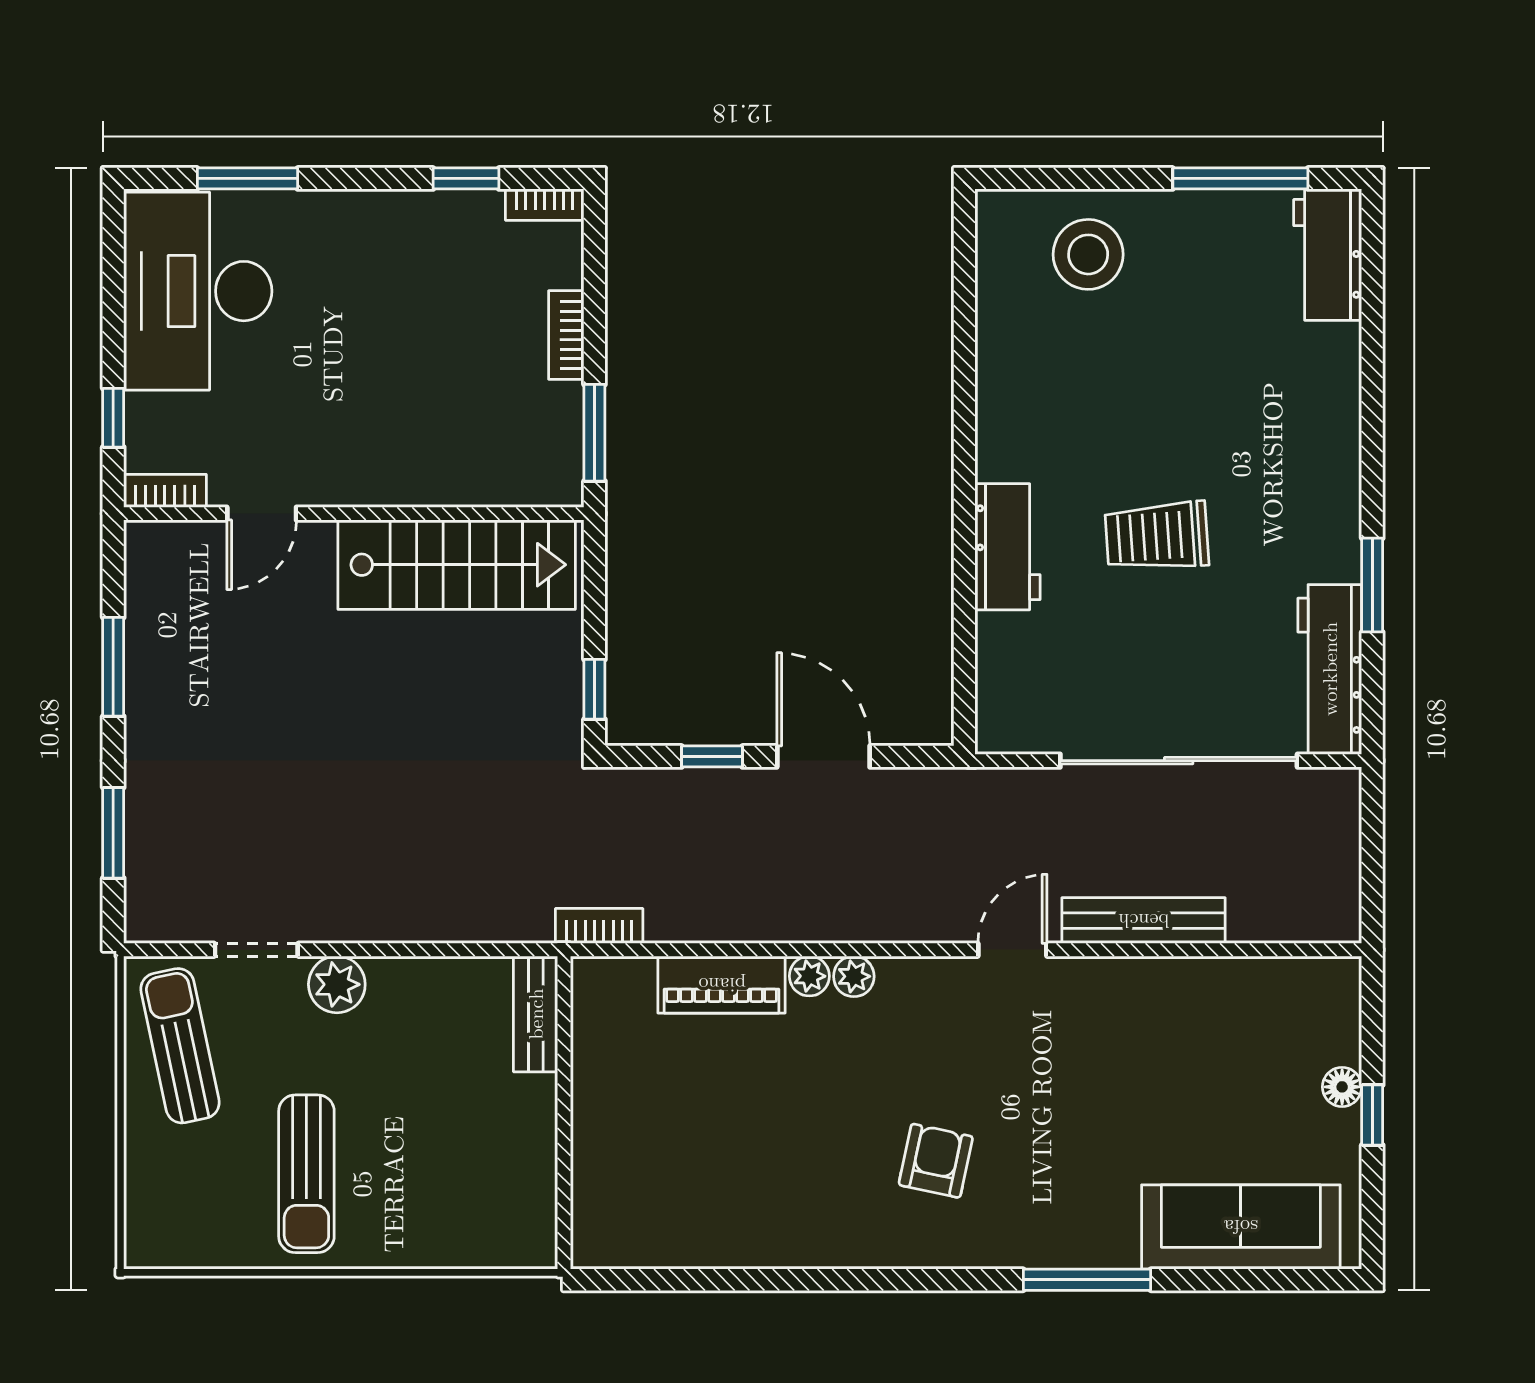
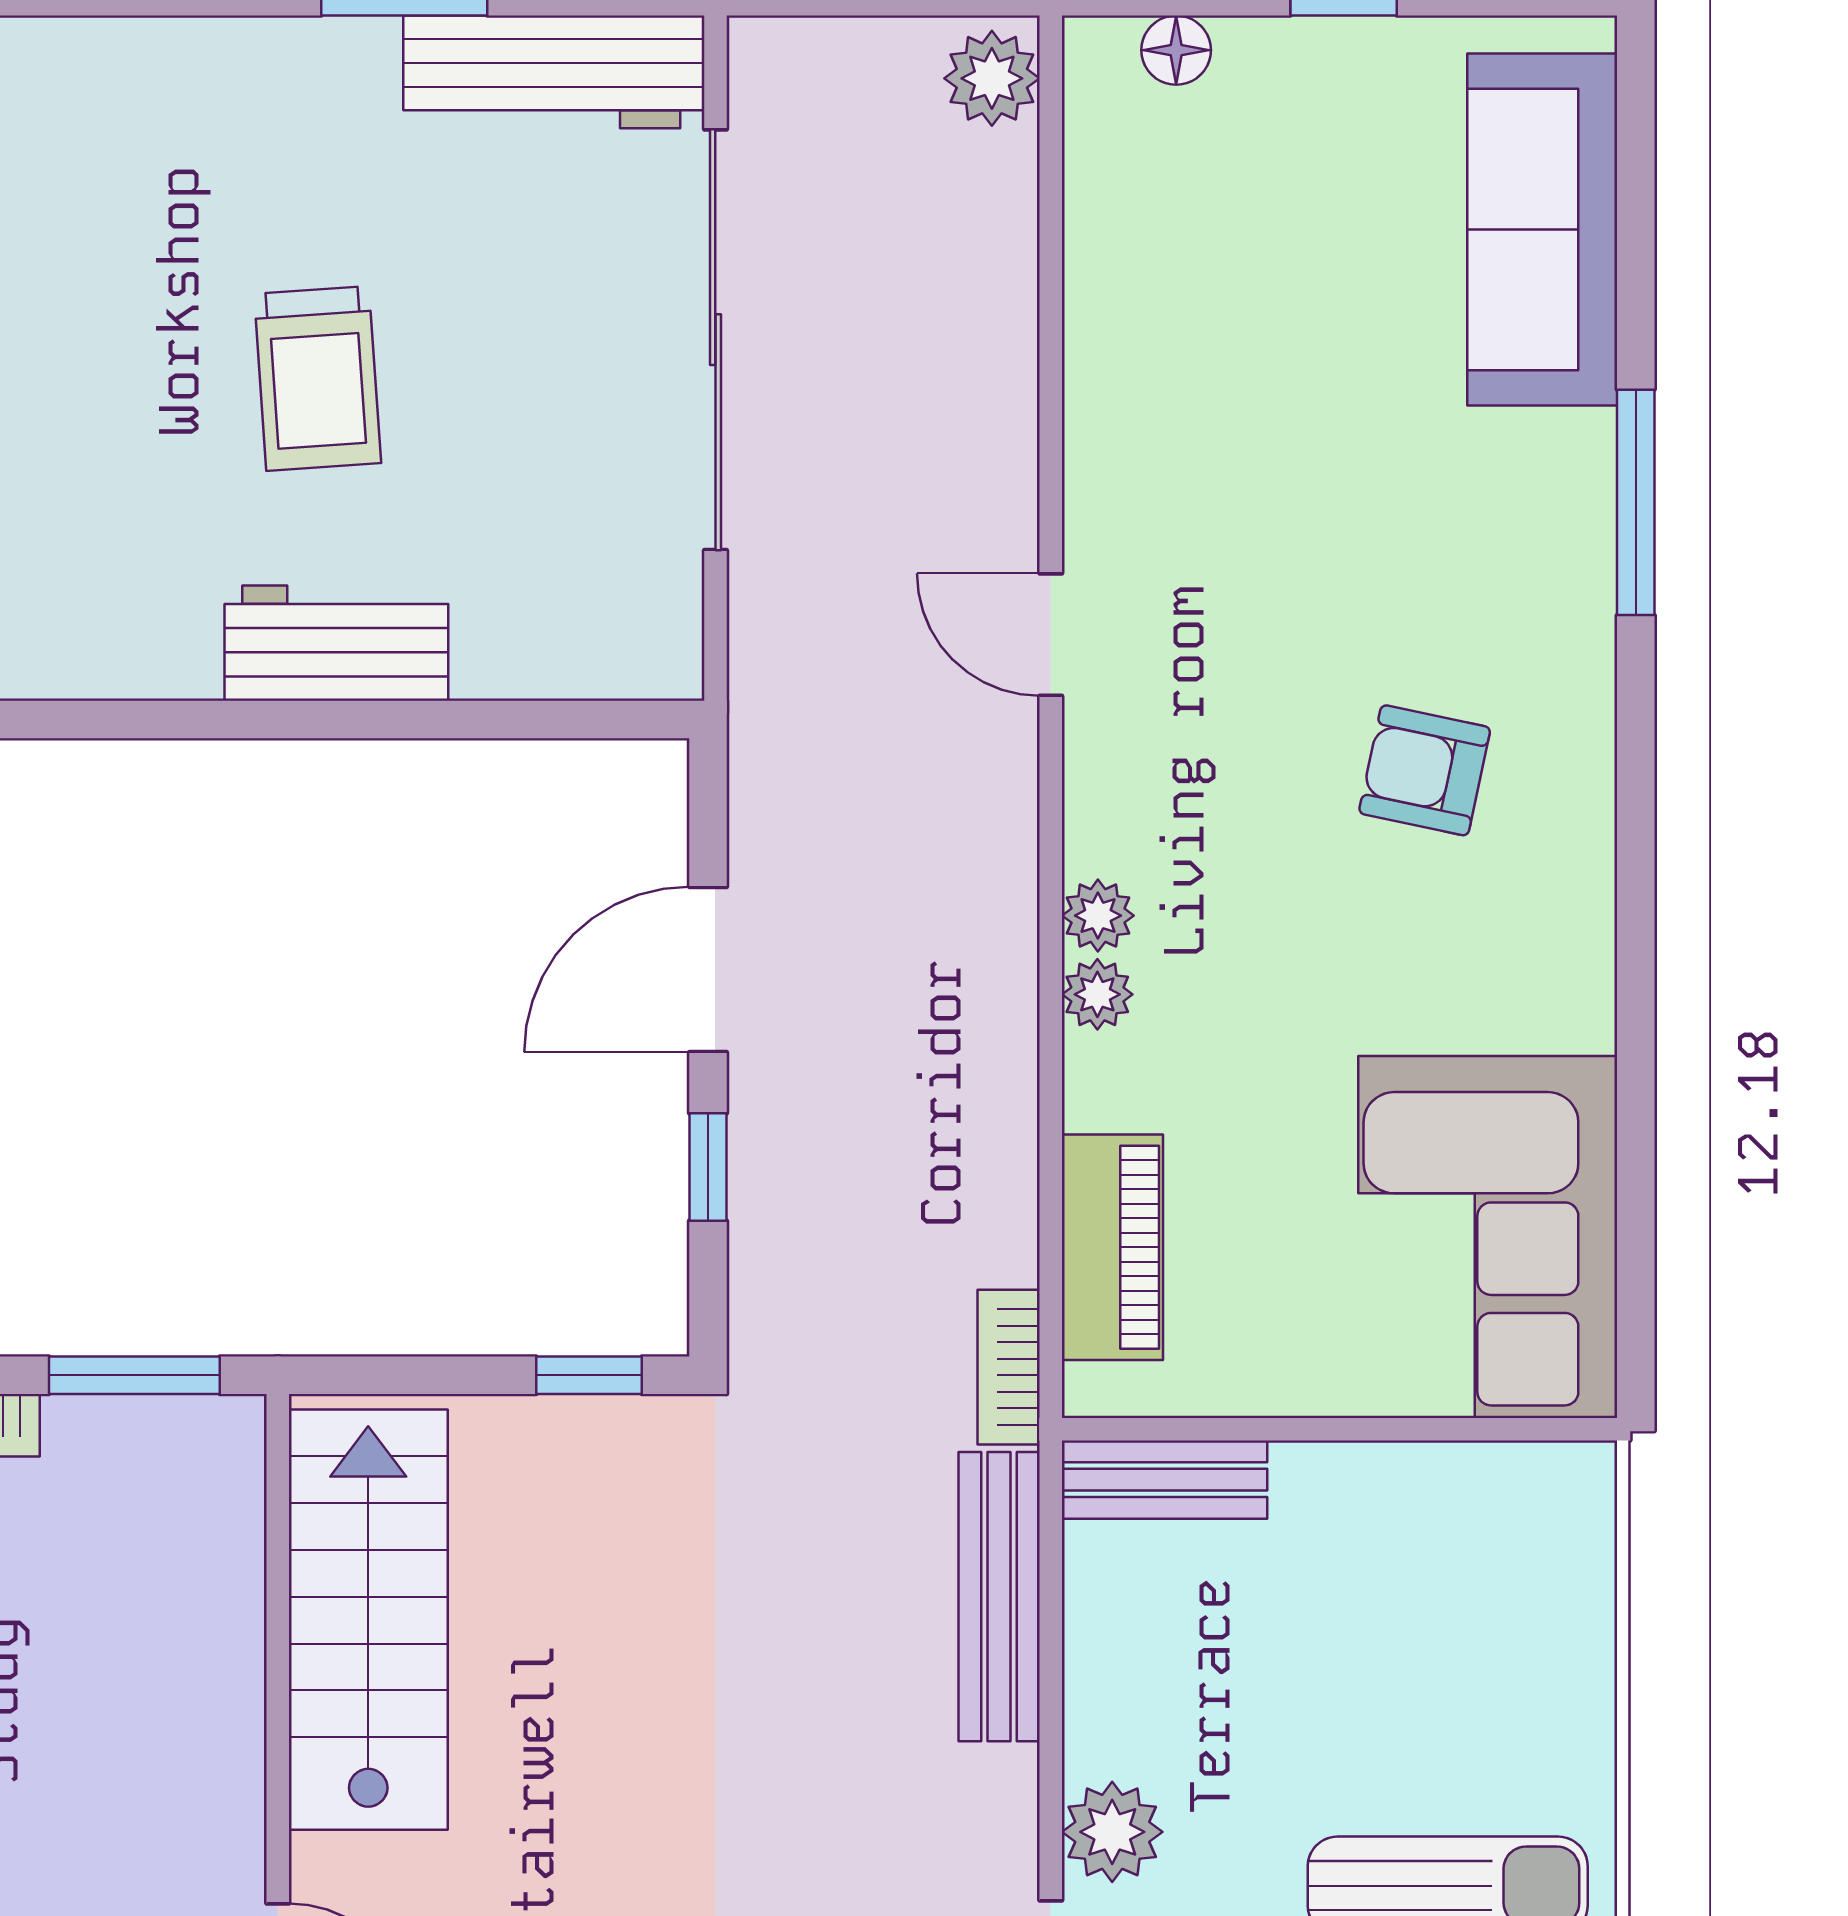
plant: (1326, 917) -> (992, 78), added
bench: (1144, 921) -> (999, 1597), moved
piano: (722, 985) -> (1112, 1247), moved
floor lamp: (1342, 1087) -> (1176, 50), moved
corner sofa: (673, 1196) -> (1488, 1237), added

